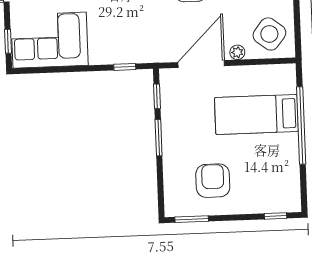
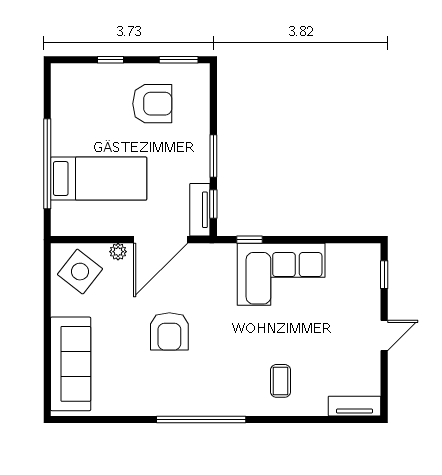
corner sofa: (50, 40) -> (281, 274), moved
tv unit: (168, 91) -> (200, 210), added
armchair: (213, 181) -> (152, 104), turned -90
window: (276, 216) -> (110, 60), moved

